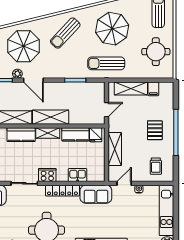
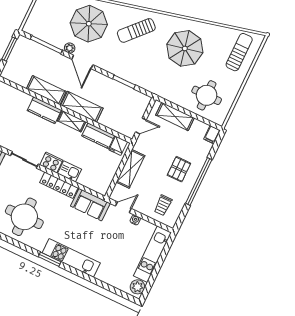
round table: (156, 52) -> (207, 95), moved
sun lounger: (106, 63) -> (162, 80), removed
filing cabinet: (153, 89) -> (212, 135), moved
kitchen sink: (78, 175) -> (70, 171), moved

